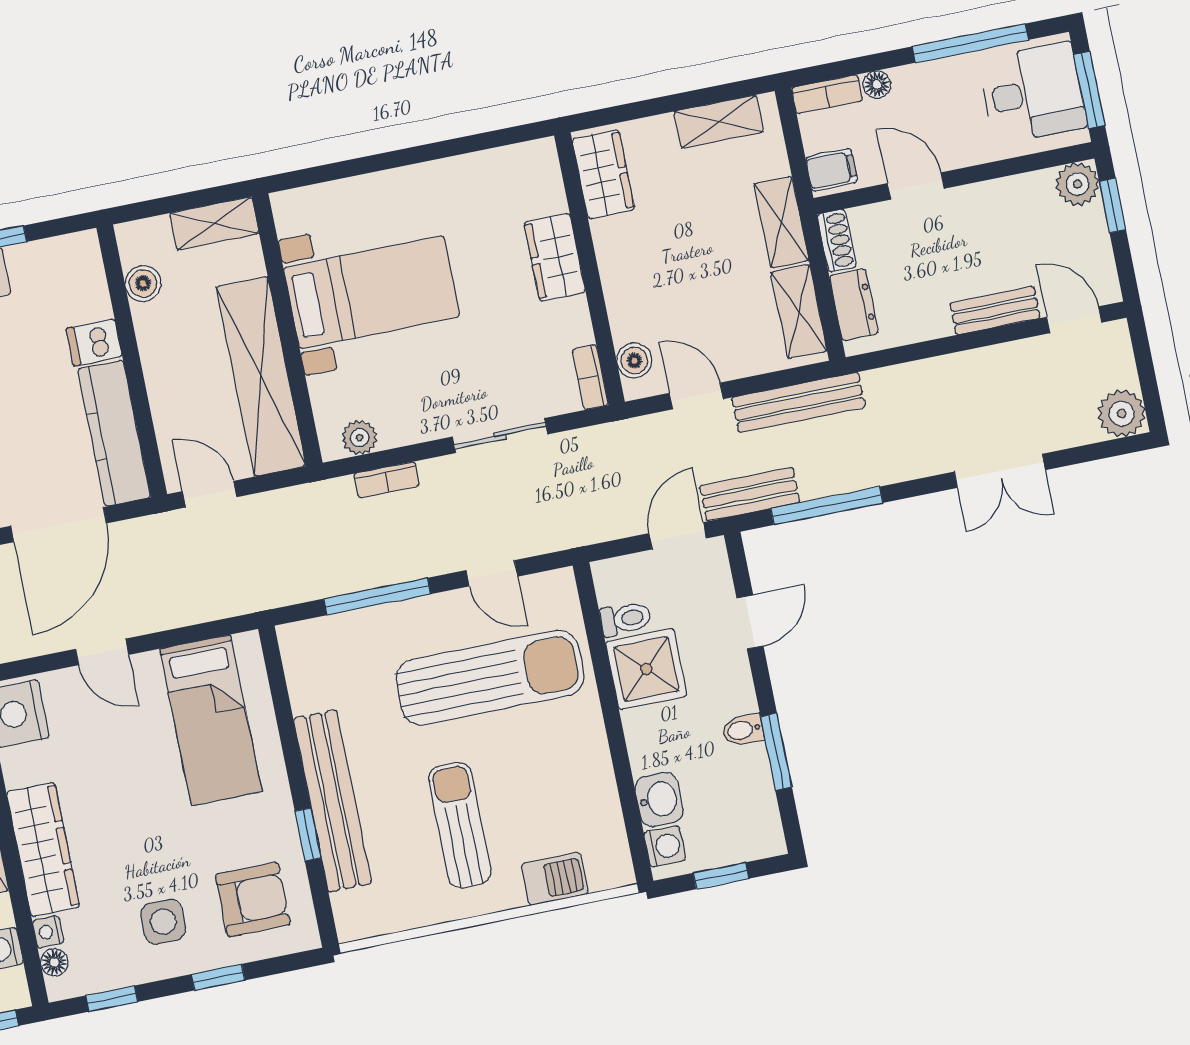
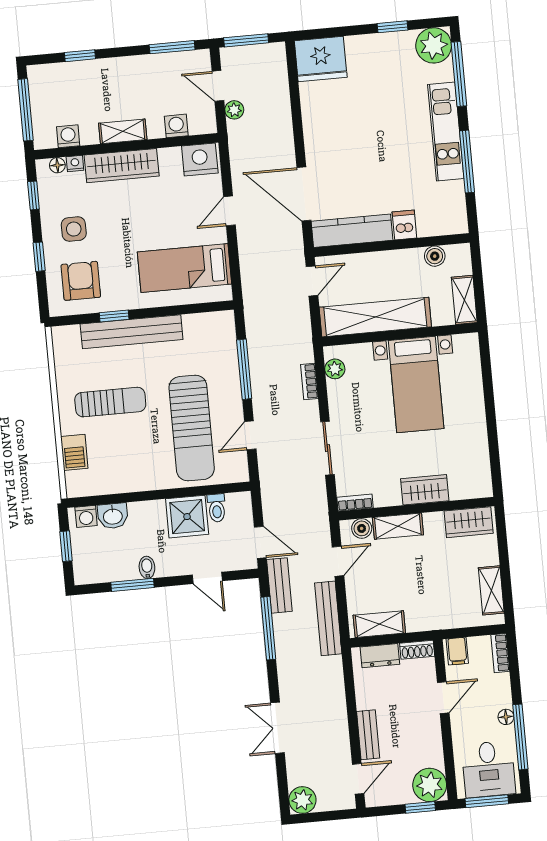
floor lamp: (877, 84) -> (506, 717), moved
plant: (1078, 184) -> (430, 785), width x1.36, depth x1.36
shelving: (781, 222) -> (398, 526), moved
armchair: (253, 900) -> (81, 281), turned 180

